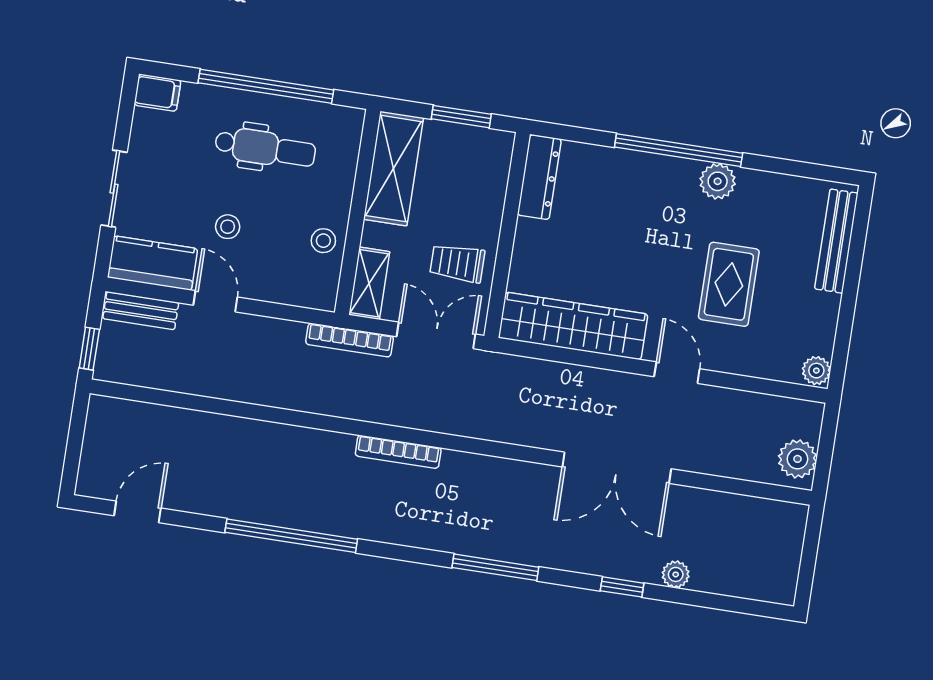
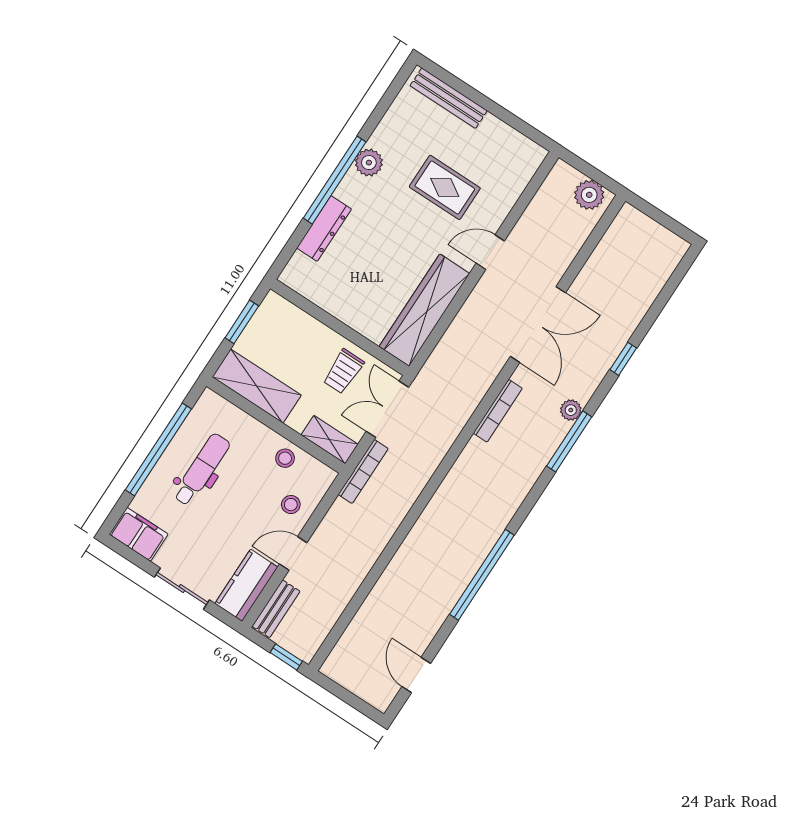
filing cabinet: (157, 93) -> (139, 534), width x2.00
dresser: (539, 177) -> (324, 229), moved, turned 90
stool: (228, 227) -> (291, 505), moved
plant: (816, 371) -> (533, 153), removed
bookcase: (398, 452) -> (498, 411), moved
plant: (676, 574) -> (571, 410), moved

